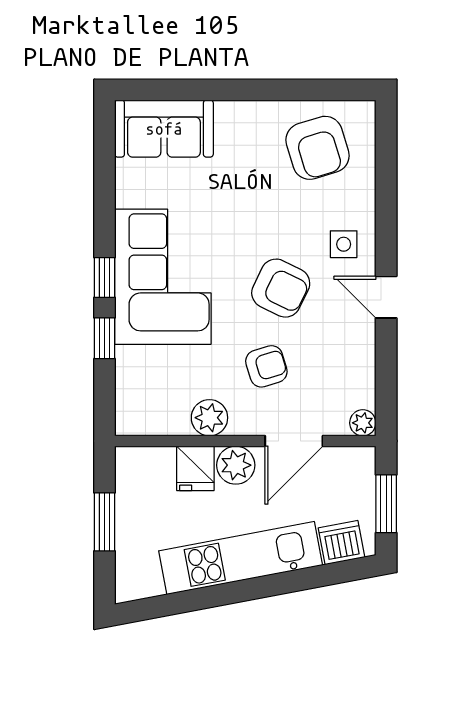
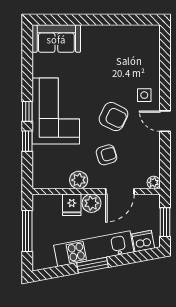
armchair: (317, 148) -> (131, 48), removed
window: (104, 522) -> (27, 231), width x1.44
window: (238, 592) -> (92, 265), added

